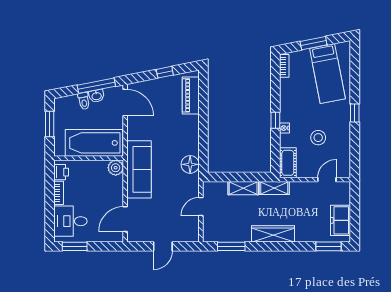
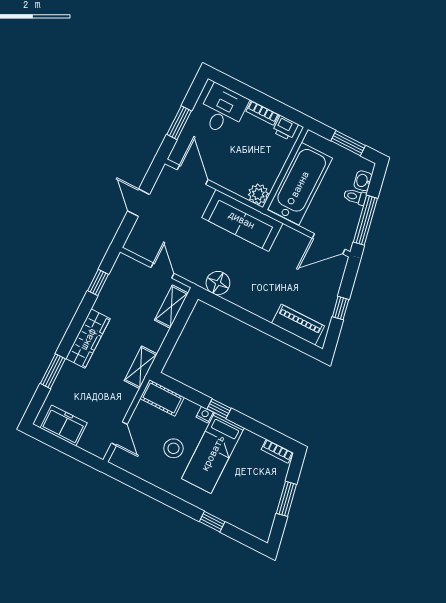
bed: (327, 74) -> (213, 453), moved, turned -79
washbasin: (97, 96) -> (363, 181), moved
window: (355, 113) -> (212, 522), moved
shelving: (243, 188) -> (171, 307), moved
window: (75, 246) -> (179, 123), moved
window: (231, 246) -> (98, 283), width x0.67
window: (329, 246) -> (53, 371), moved

